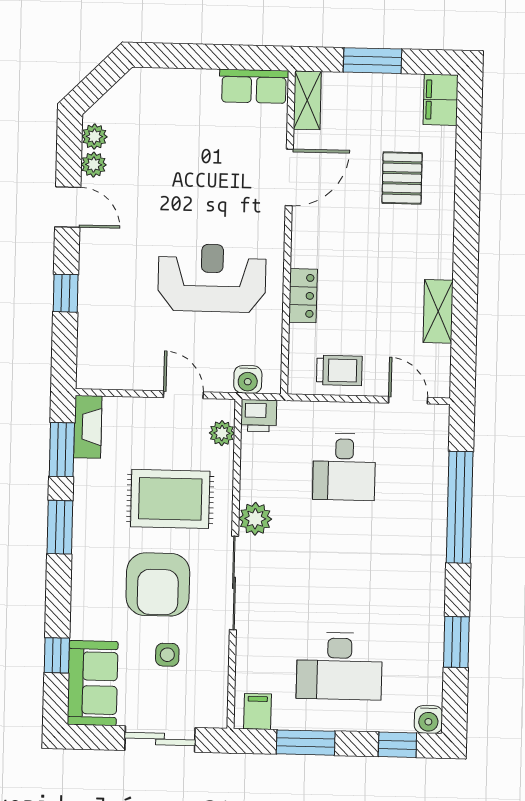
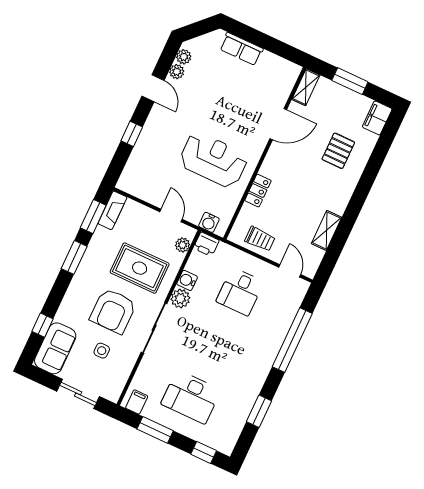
row of seats: (254, 86) -> (241, 49), moved
water cooler: (428, 720) -> (187, 280), moved, turned 90

